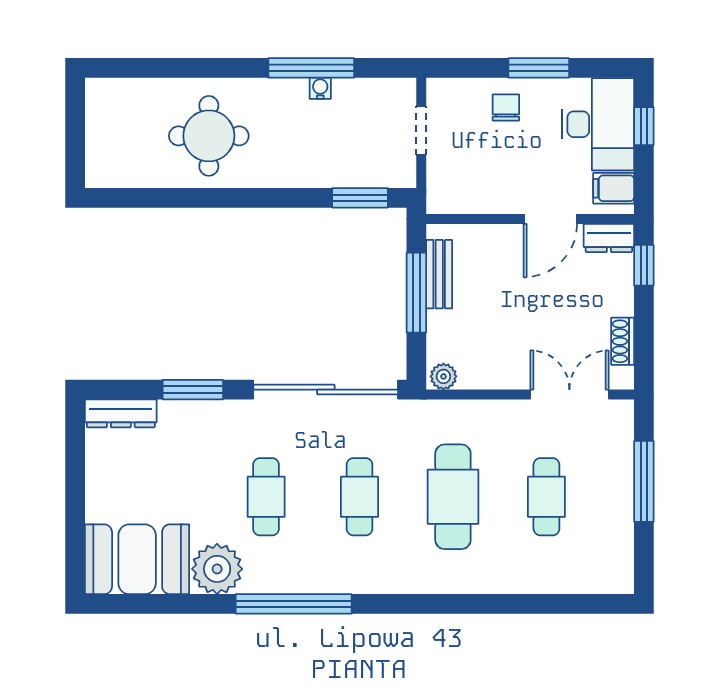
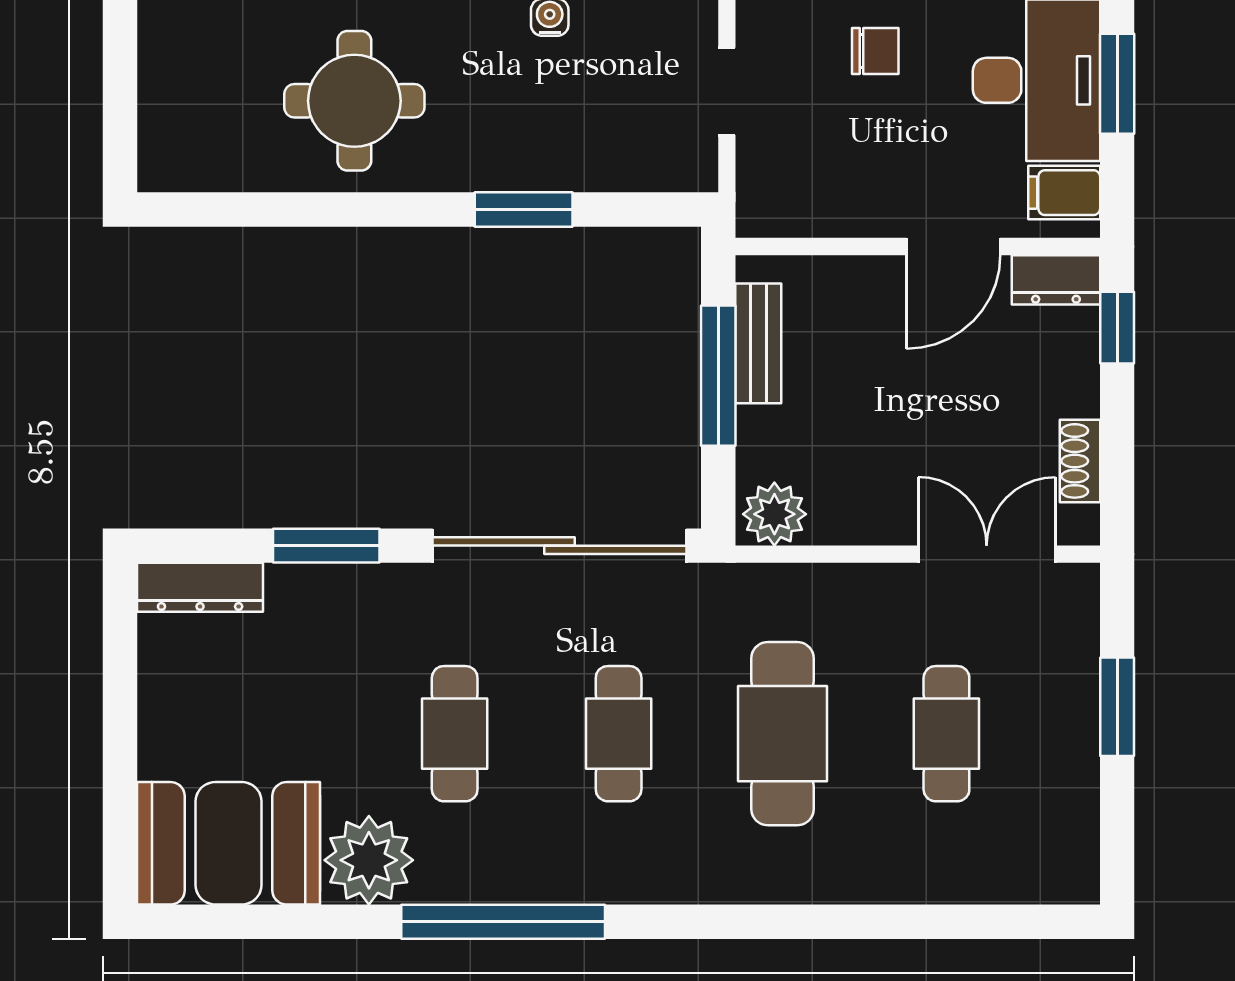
chair: (506, 108) -> (875, 51), turned 90
window: (644, 126) -> (1117, 84), width x1.50
window: (360, 198) -> (524, 209), moved
plant: (443, 376) -> (774, 514), width x1.38, depth x1.38
window: (644, 481) -> (1117, 707), width x0.69

